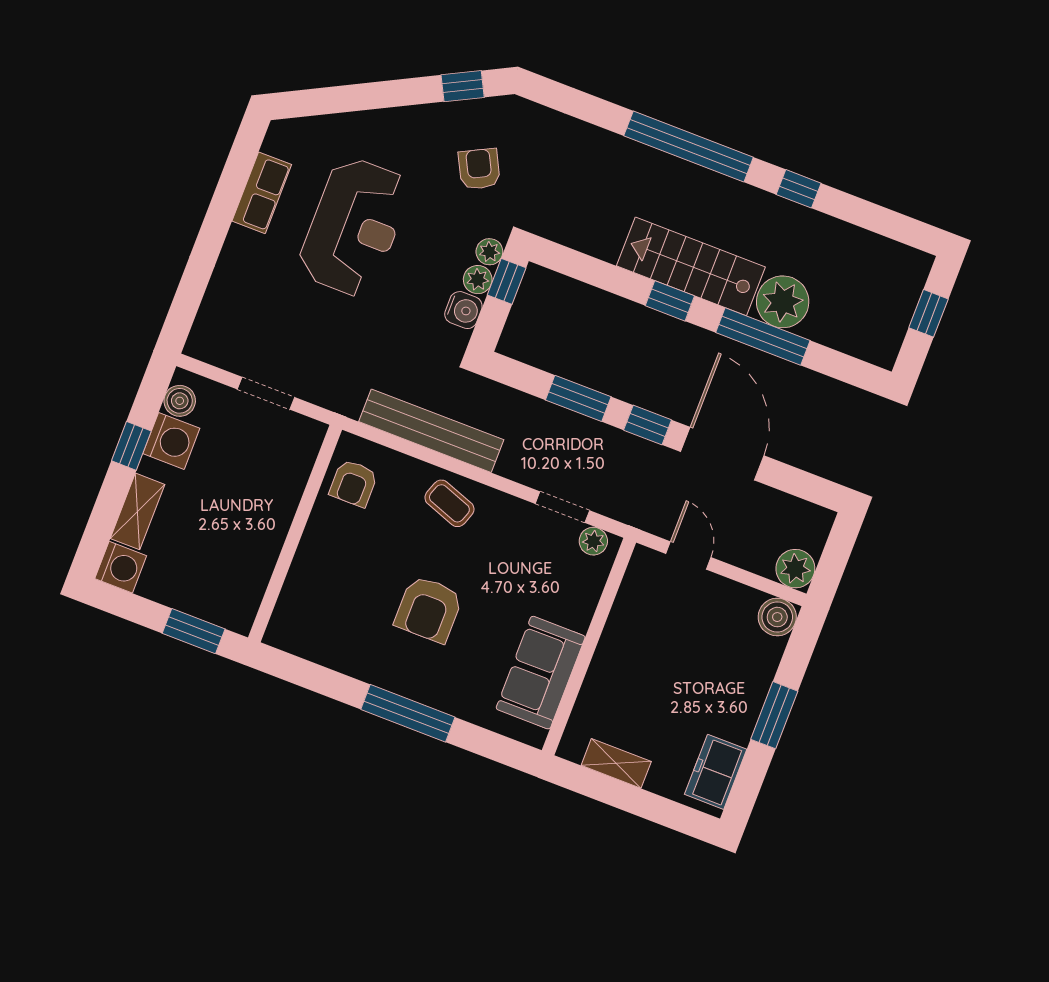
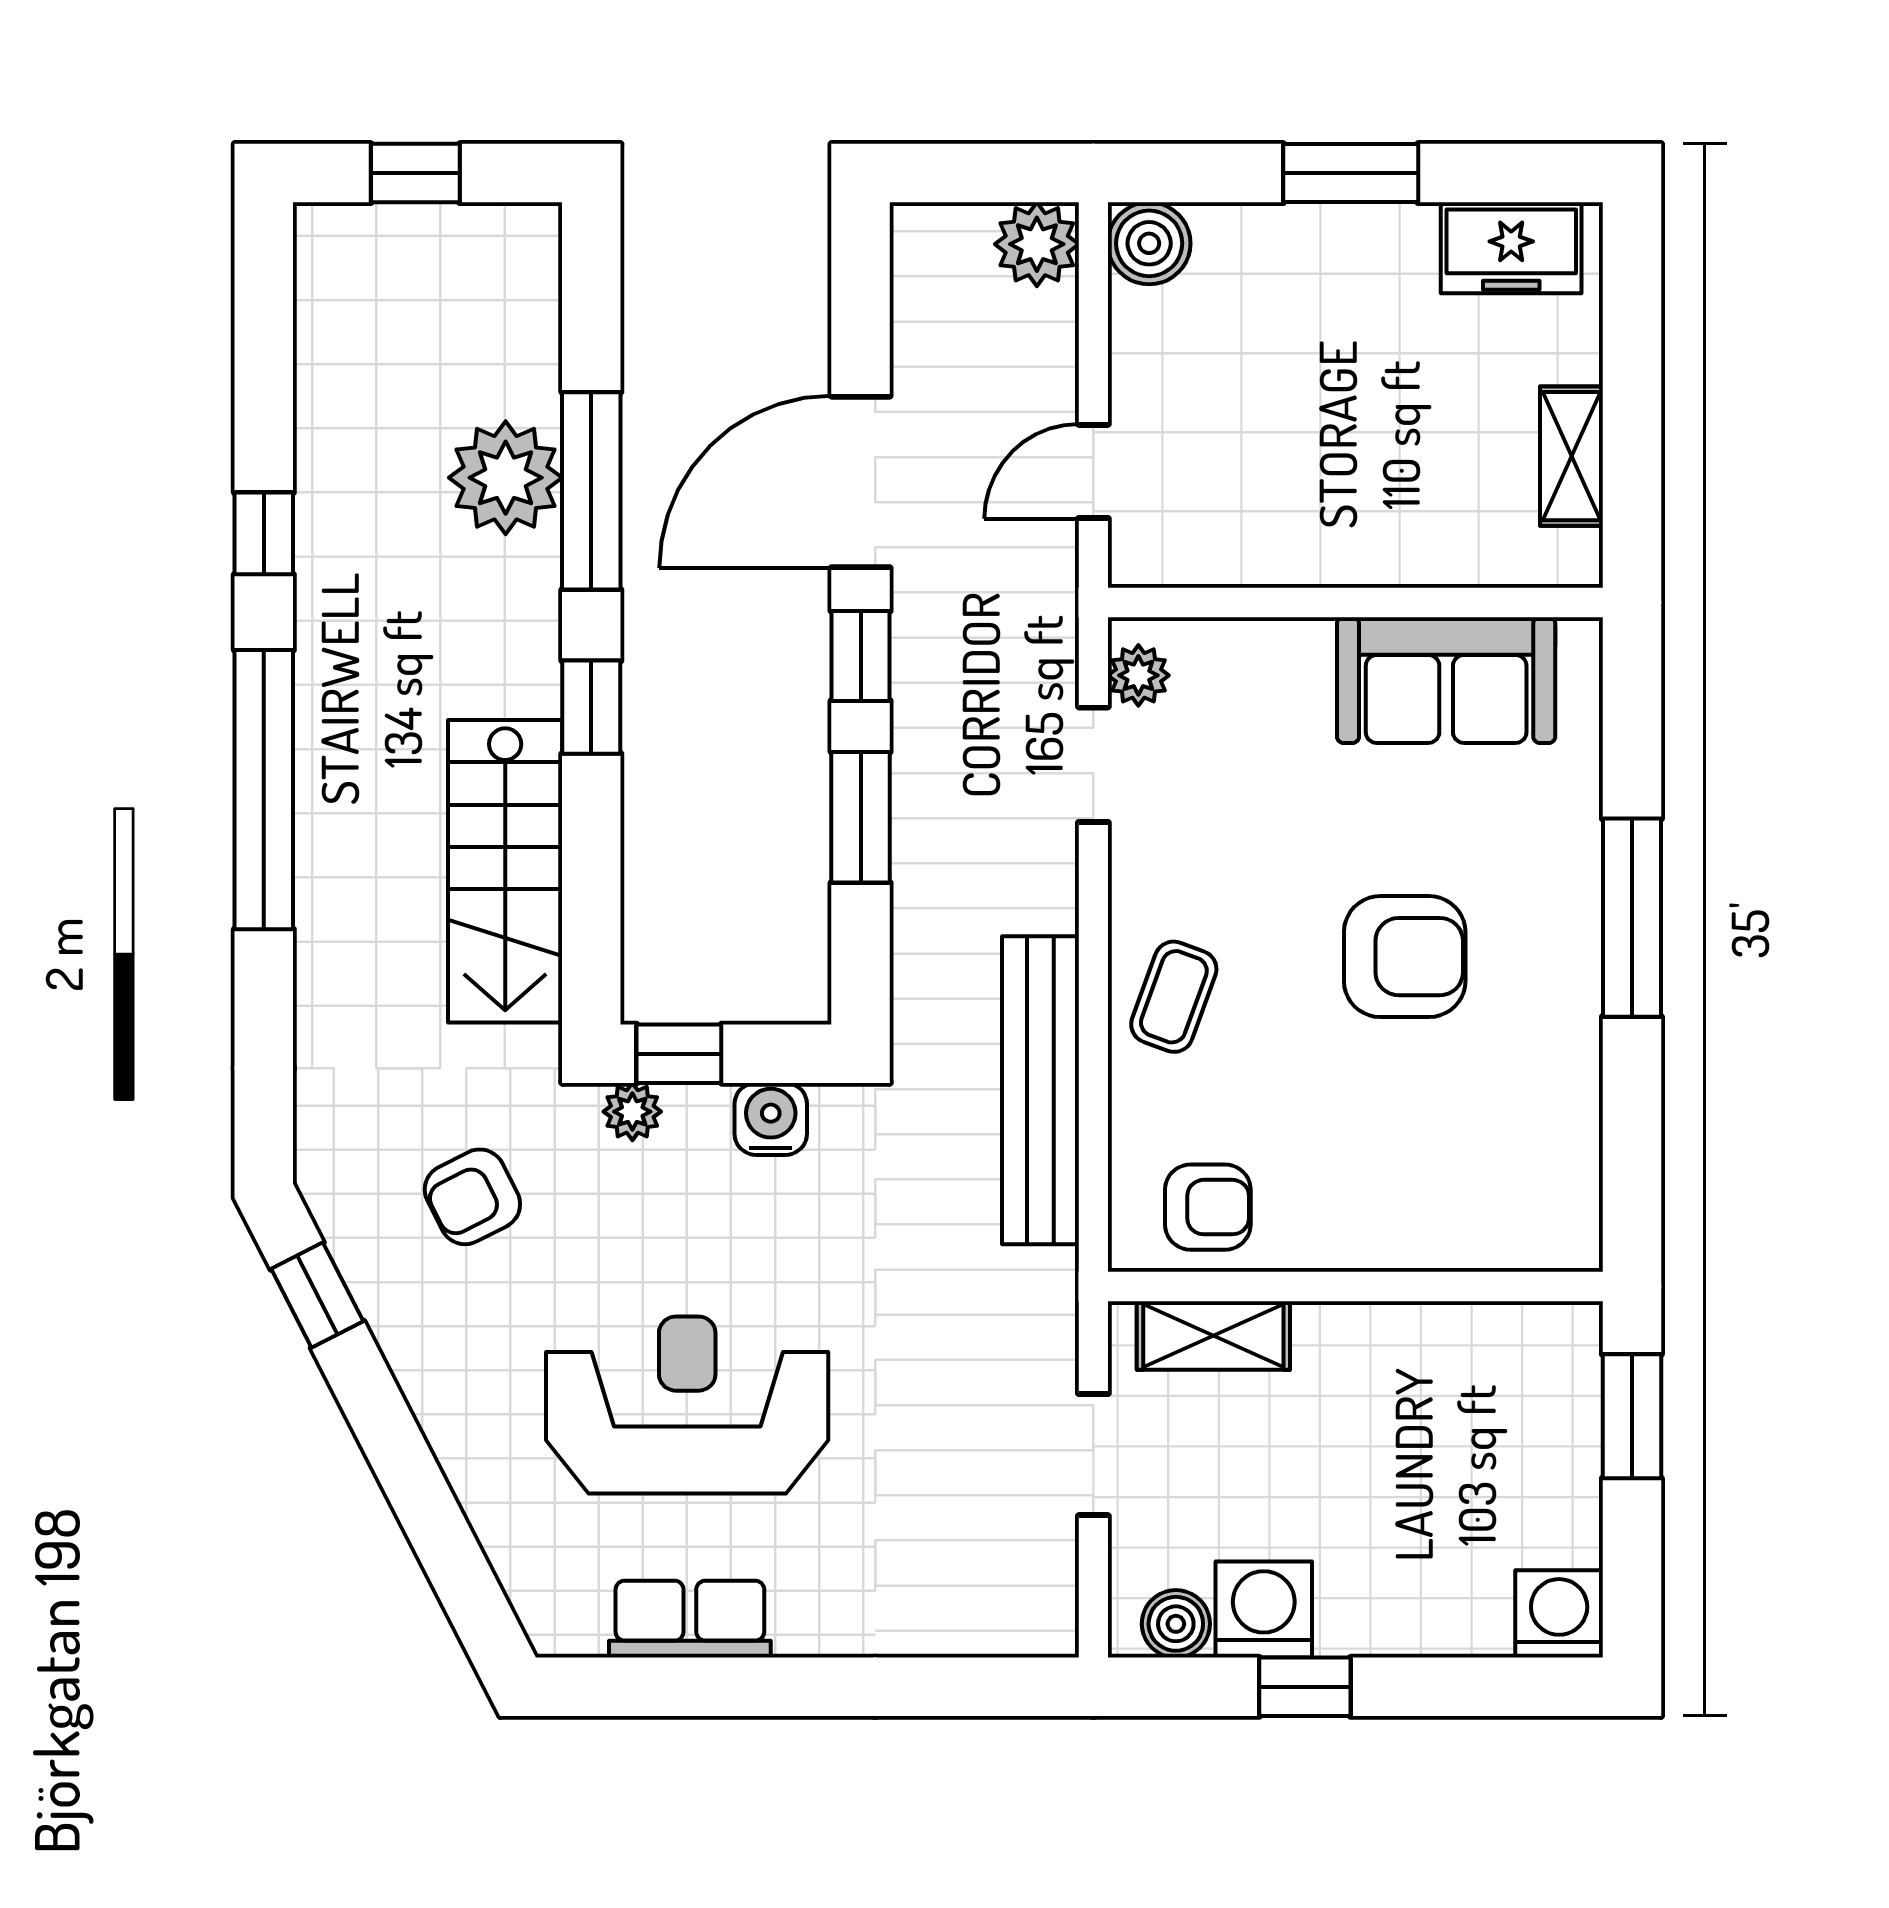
stairs: (691, 266) -> (505, 871), moved
plant: (478, 280) -> (698, 1114), removed
shelving: (137, 511) -> (1213, 1335), moved

